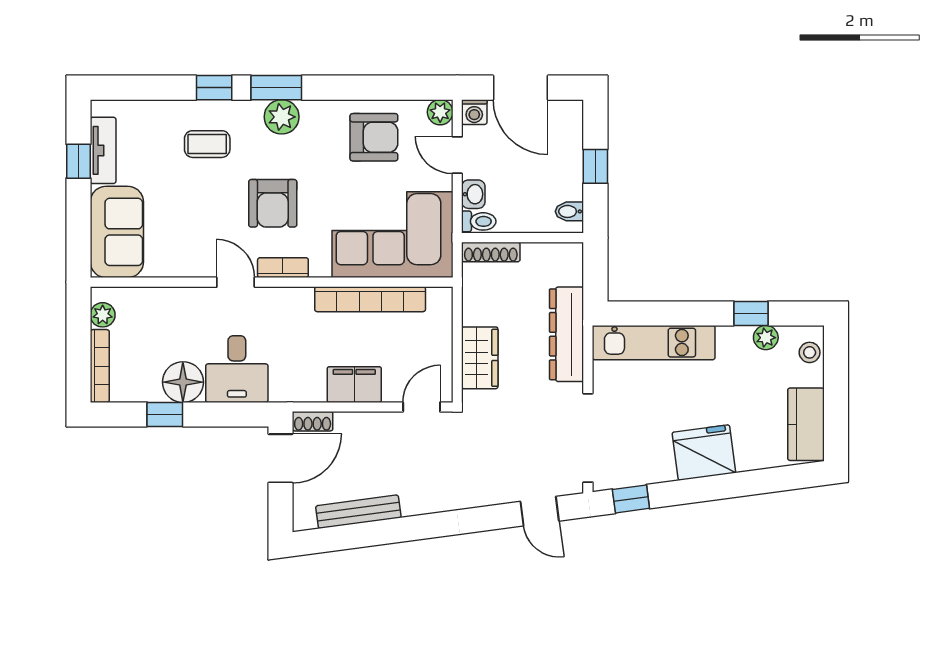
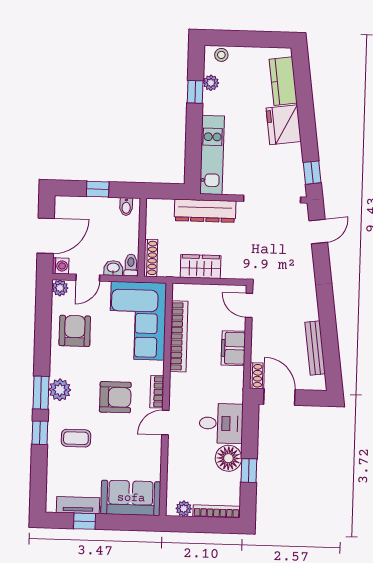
coffee table: (207, 144) -> (76, 438), turned 90
wardrobe: (480, 358) -> (201, 267), moved
kitchen counter: (806, 424) -> (283, 81), moved, turned 82

